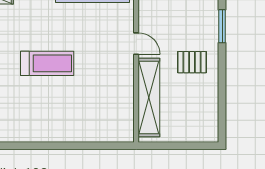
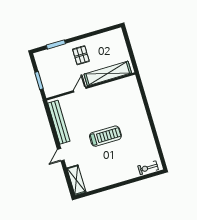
treadmill: (47, 63) -> (105, 136), turned 90

